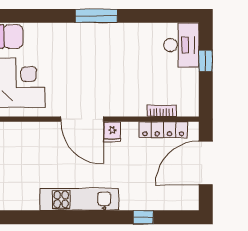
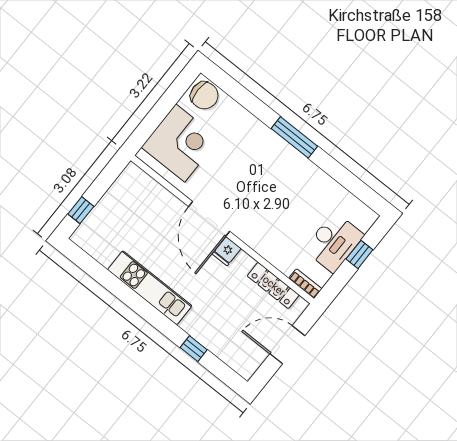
desk: (181, 45) -> (334, 242), moved
bookcase: (162, 111) -> (305, 284), moved
door: (206, 163) -> (287, 345), width x0.73

